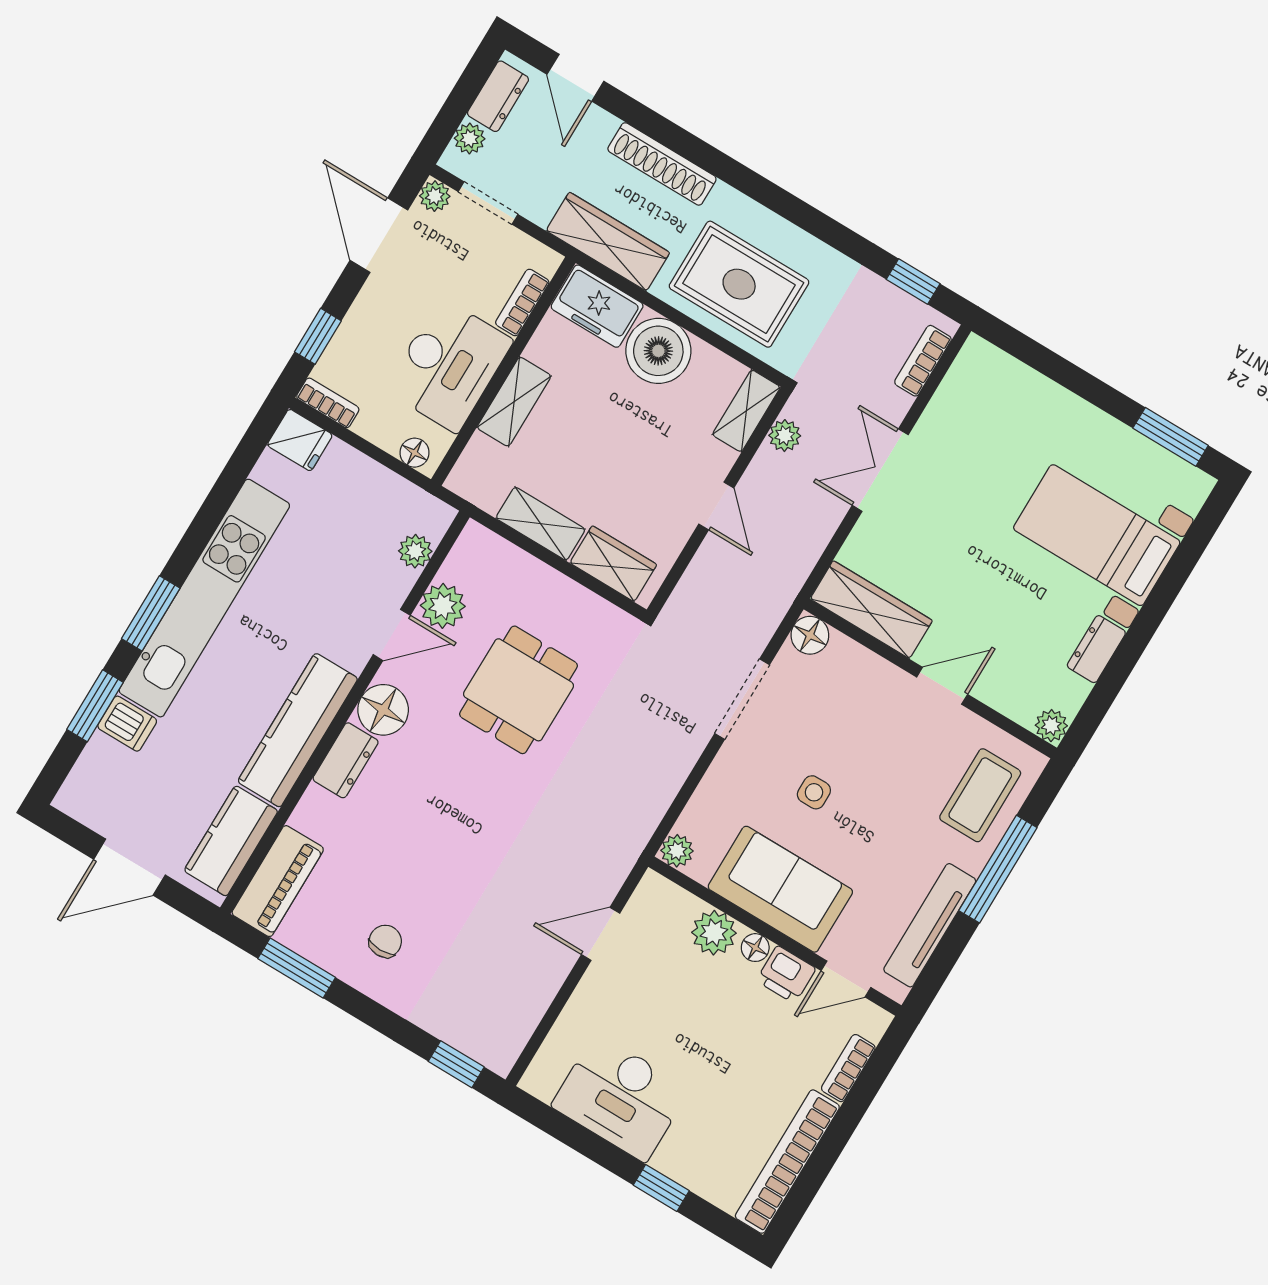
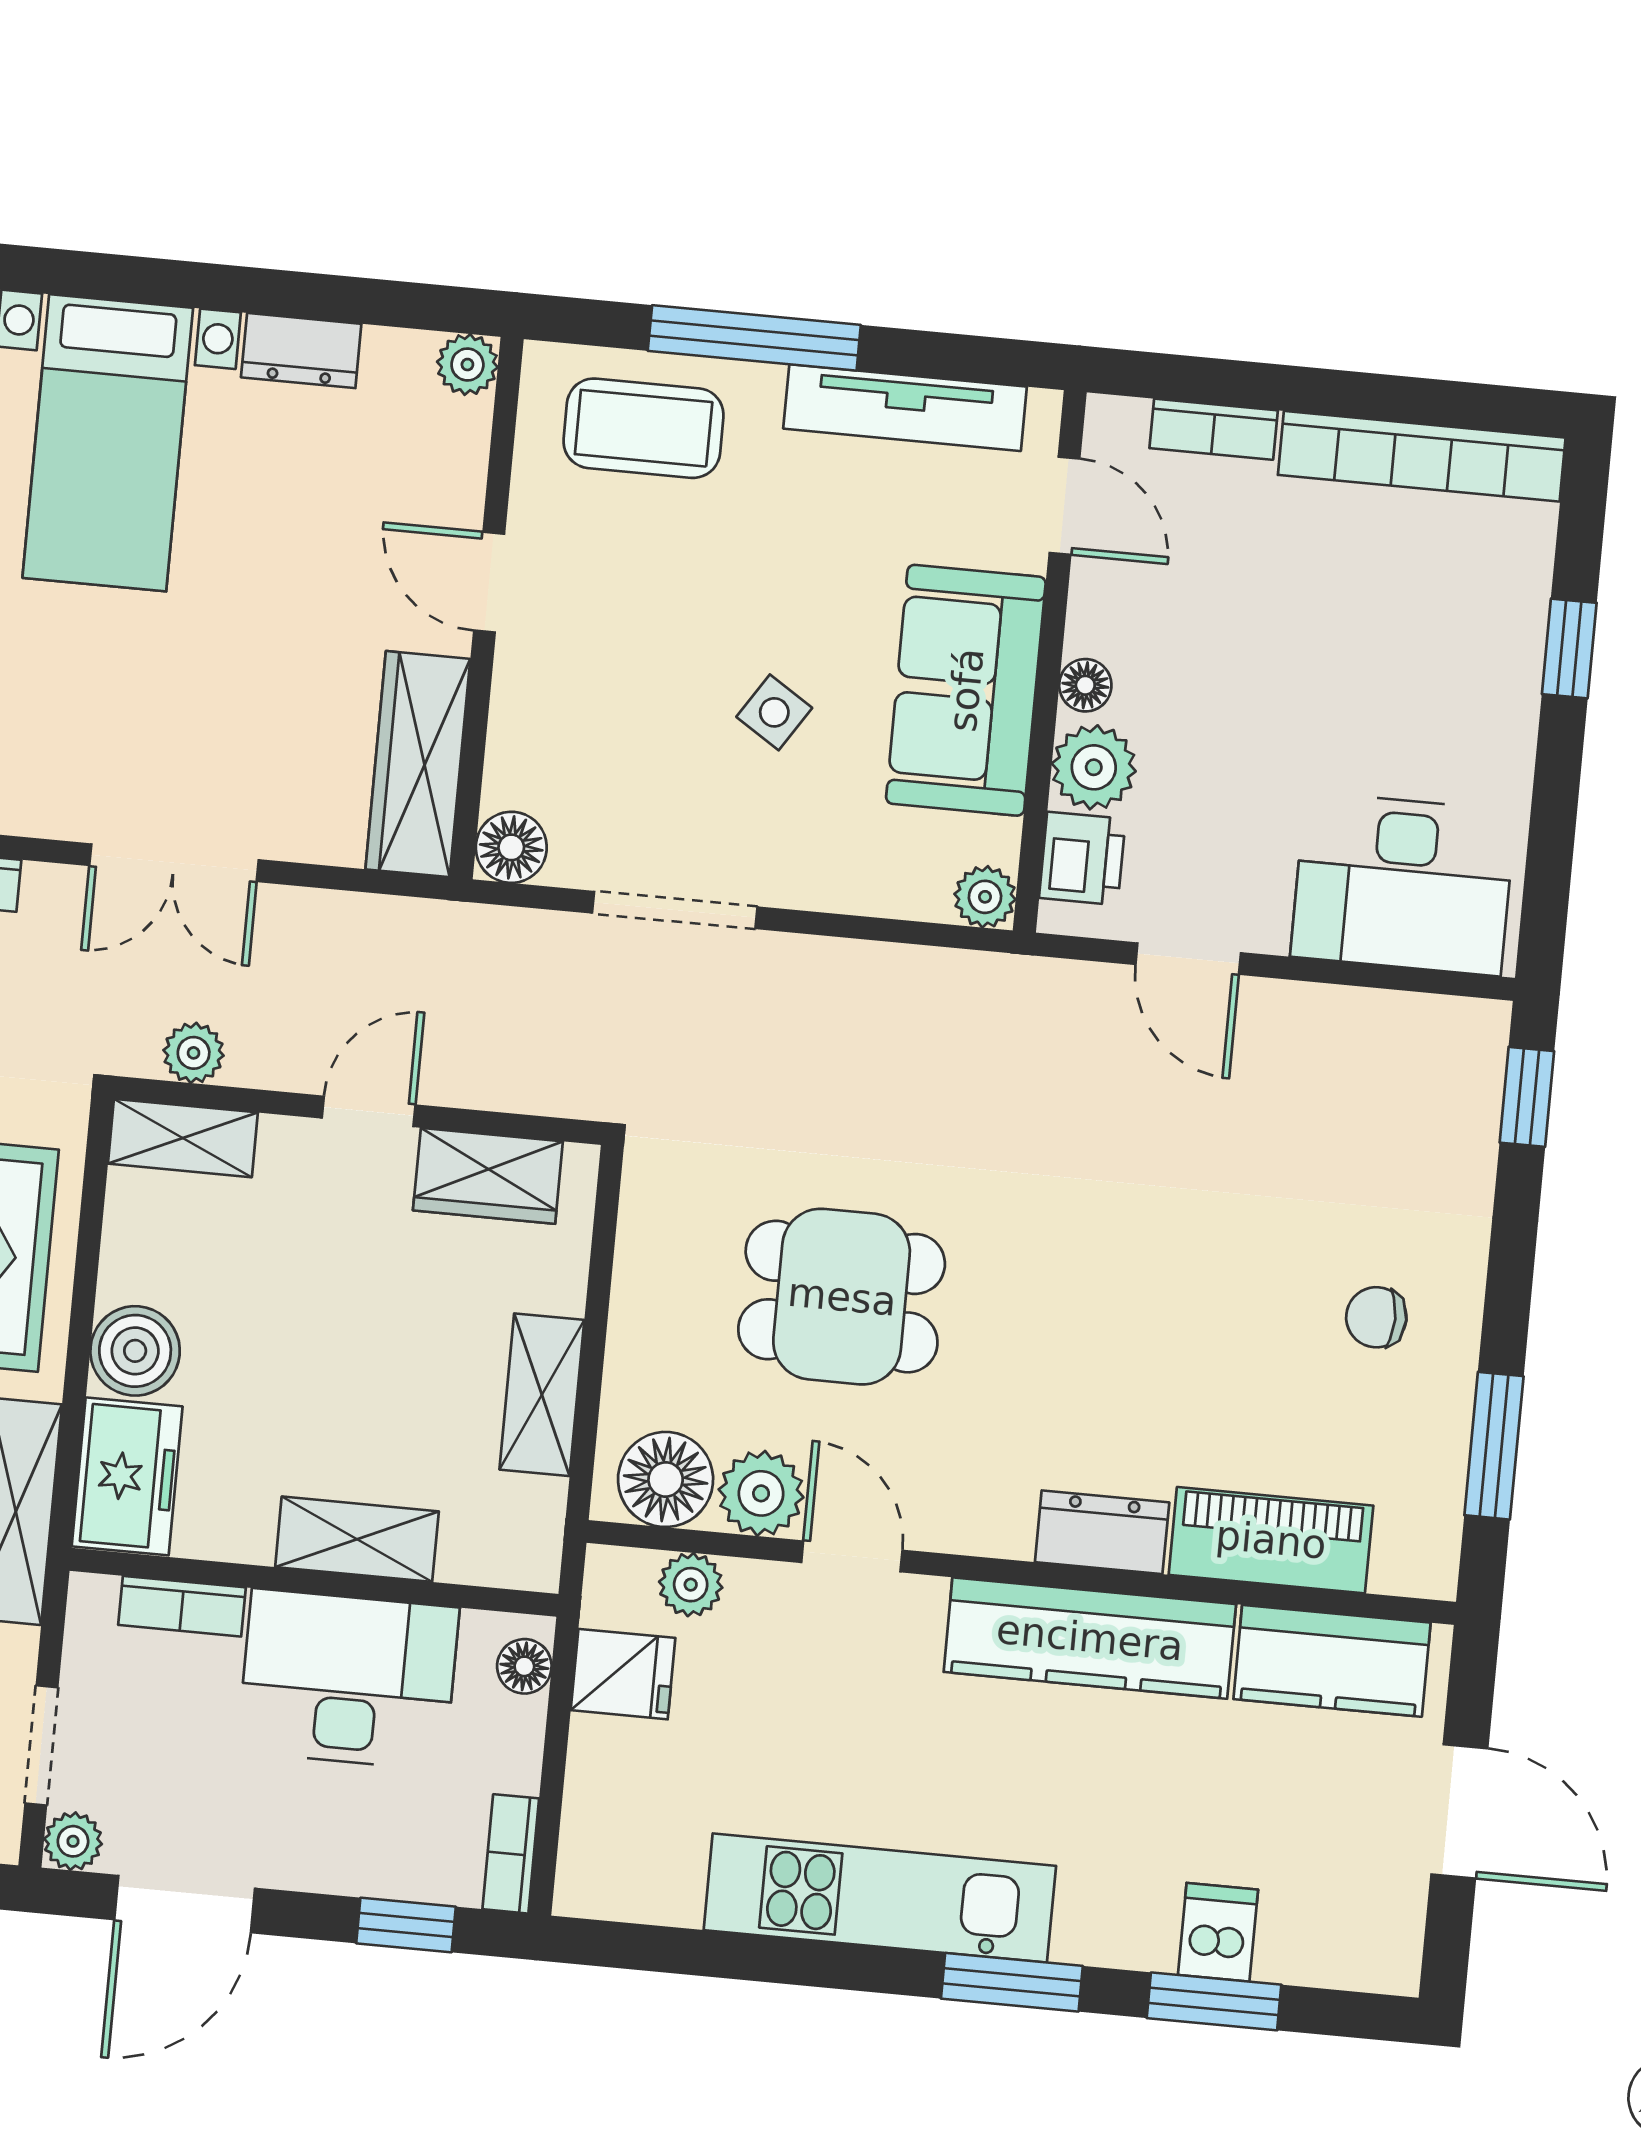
boiler: (658, 351) -> (135, 1351), width x0.73, depth x0.73
fridge: (300, 440) -> (623, 1674), moved, turned 90
wardrobe: (613, 564) -> (488, 1176), moved, turned -90
kitchen unit: (204, 598) -> (880, 1898), width x0.73
floor lamp: (383, 710) -> (666, 1479), moved
side table: (814, 792) -> (774, 712), turned 33
piano: (278, 881) -> (1271, 1540), moved
printer: (786, 974) -> (1082, 858), moved
desk: (621, 1097) -> (1403, 884), moved, turned 90

